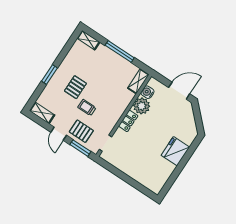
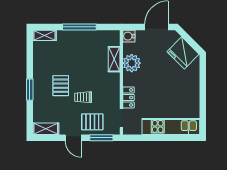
shelving: (138, 81) -> (114, 59), moved
water cooler: (147, 92) -> (129, 36), moved
locker: (128, 121) -> (128, 97), moved
fridge: (175, 151) -> (183, 53), moved, turned -45
kitchen unit: (140, 175) -> (171, 126), added

